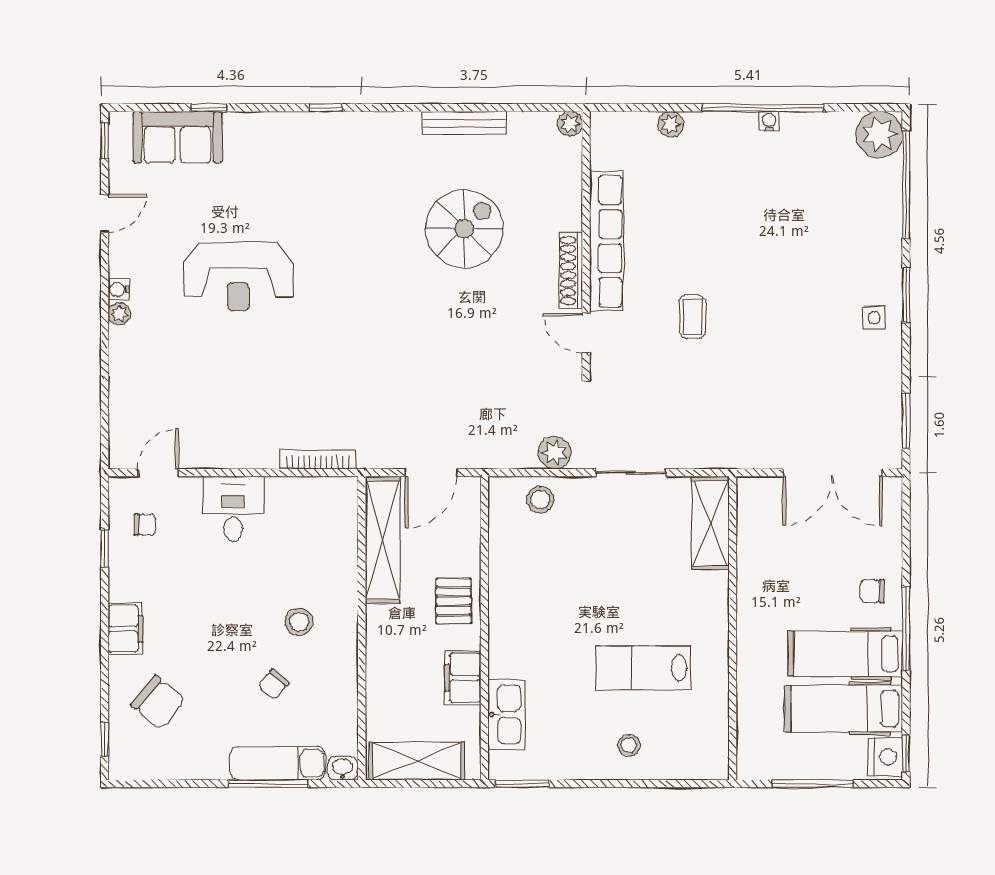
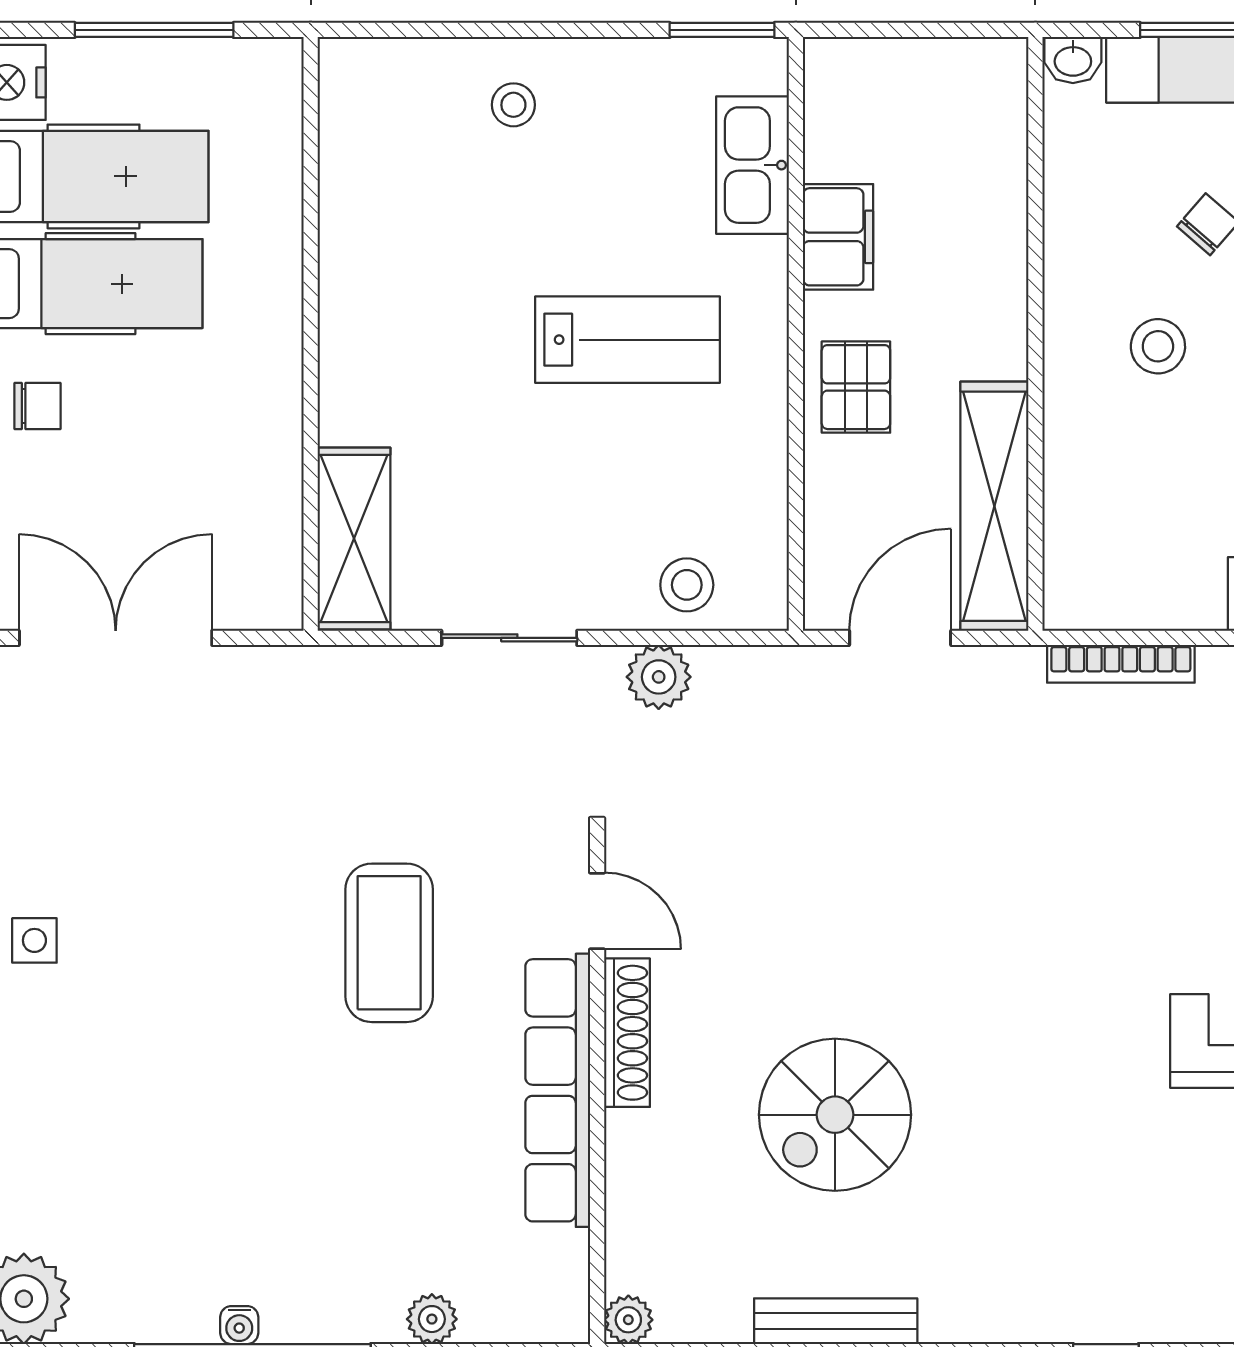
coffee table: (692, 317) -> (389, 943), width x1.86, depth x1.72
lab bench: (643, 668) -> (627, 340), moved
shelving: (417, 761) -> (928, 74), removed

